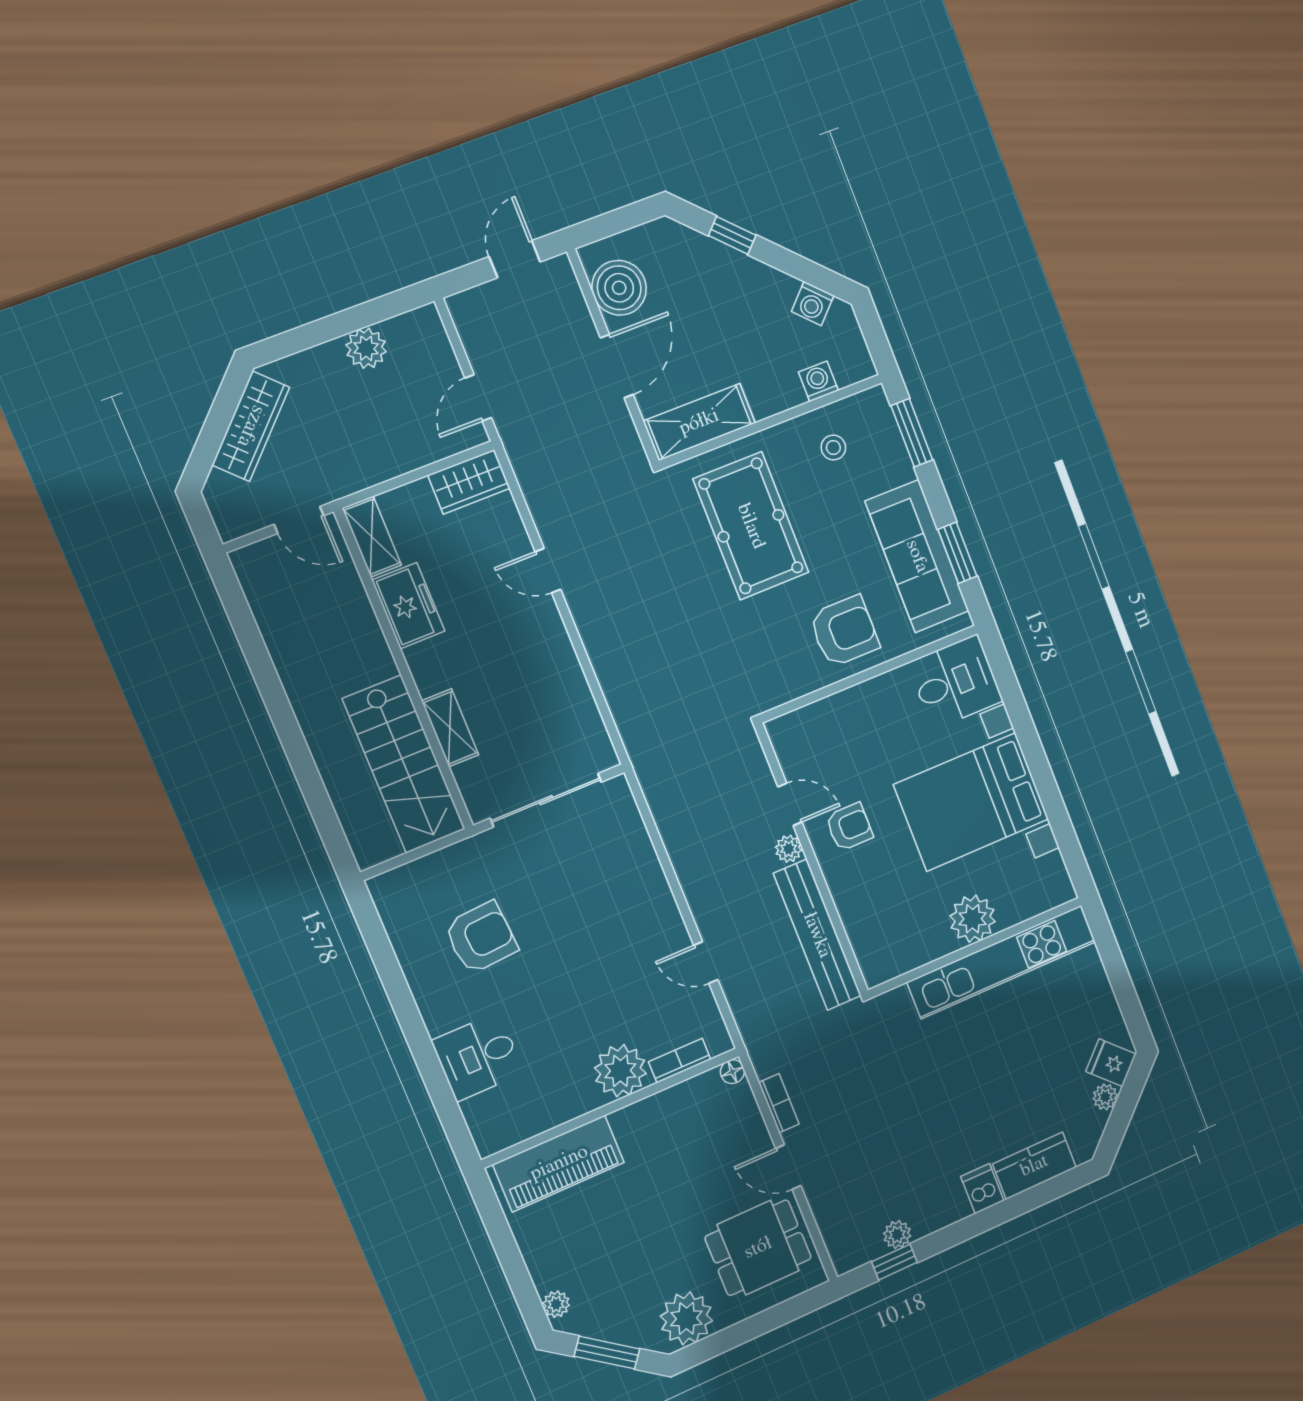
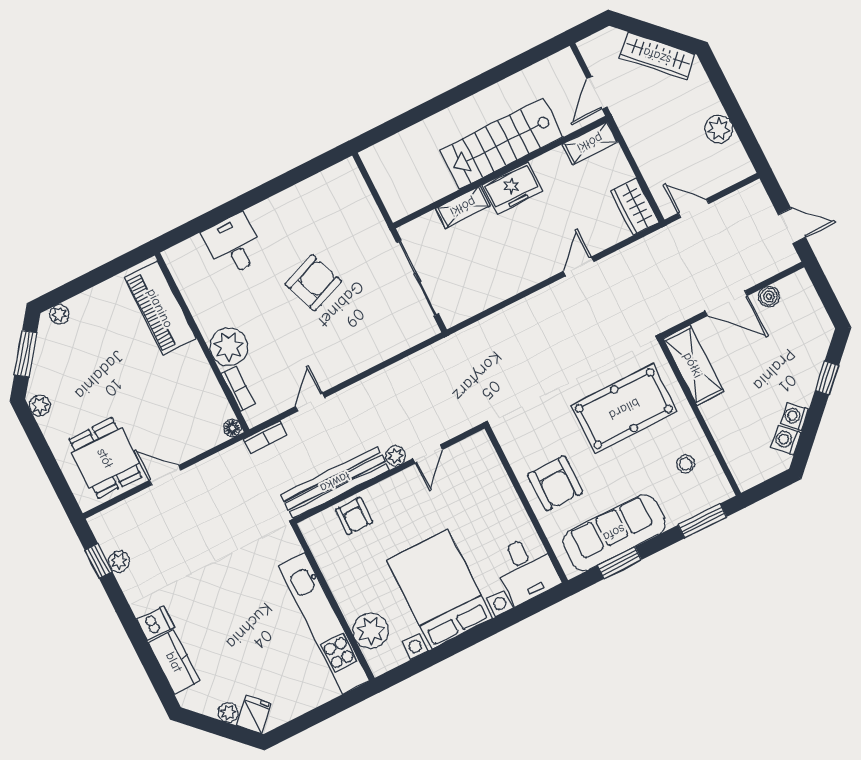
boiler: (619, 288) -> (769, 297), width x0.54, depth x0.54
washing machine: (818, 381) -> (795, 416), moved, turned -135
freezer: (408, 606) -> (512, 188), moved
stairs: (404, 764) -> (502, 143), moved
armchair: (849, 827) -> (354, 516), moved
plant: (973, 919) -> (371, 631), moved
armchair: (481, 938) -> (313, 283), moved, turned -107
bookcase: (779, 1103) -> (265, 437), moved
door: (788, 1167) -> (165, 475), hinge flipped
plant: (686, 1318) -> (40, 406), width x0.53, depth x0.53

